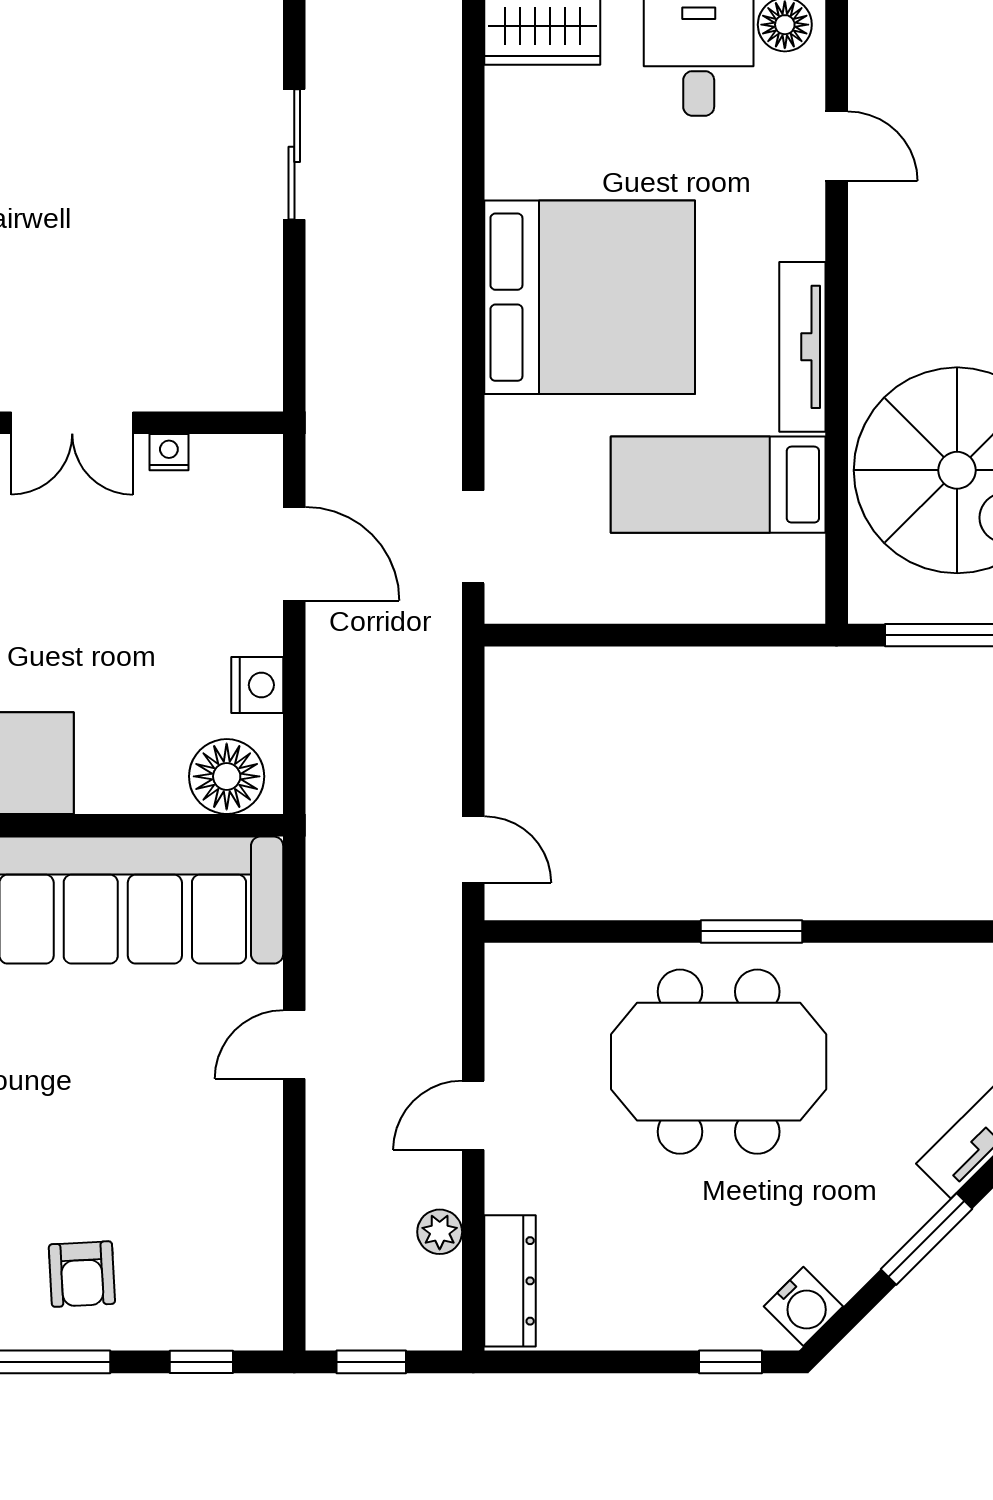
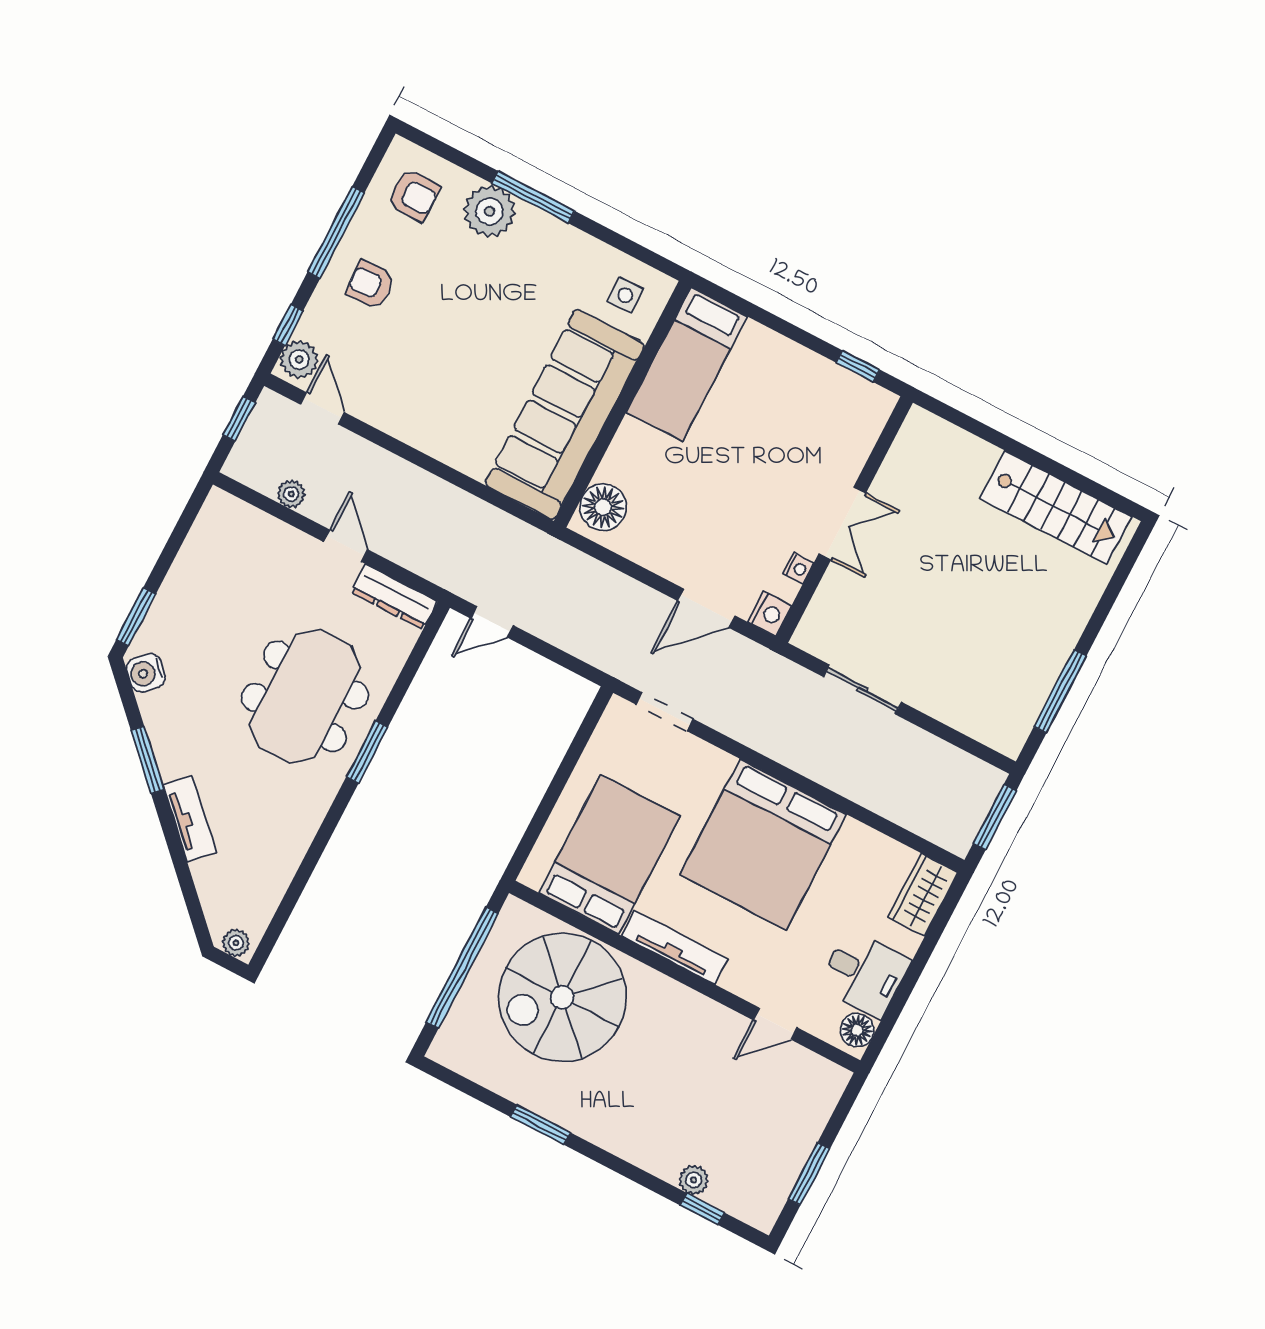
sliding door: (294, 154) -> (862, 689), moved
double door: (72, 423) -> (842, 523), swing flipped
bed: (718, 485) -> (610, 855), width x1.50
nightstand: (257, 685) -> (769, 614), moved, turned -90
door: (294, 1045) -> (322, 408), moved
dresser: (510, 1281) -> (394, 597), moved
plant: (242, 1320) -> (299, 359), added
window: (730, 1362) -> (136, 617), width x1.50

